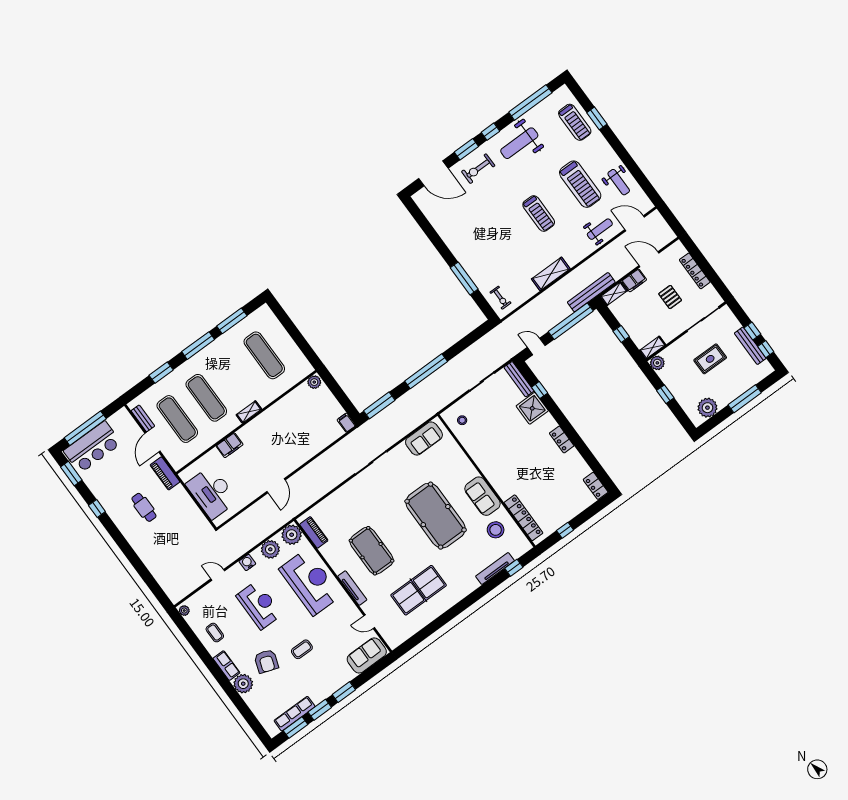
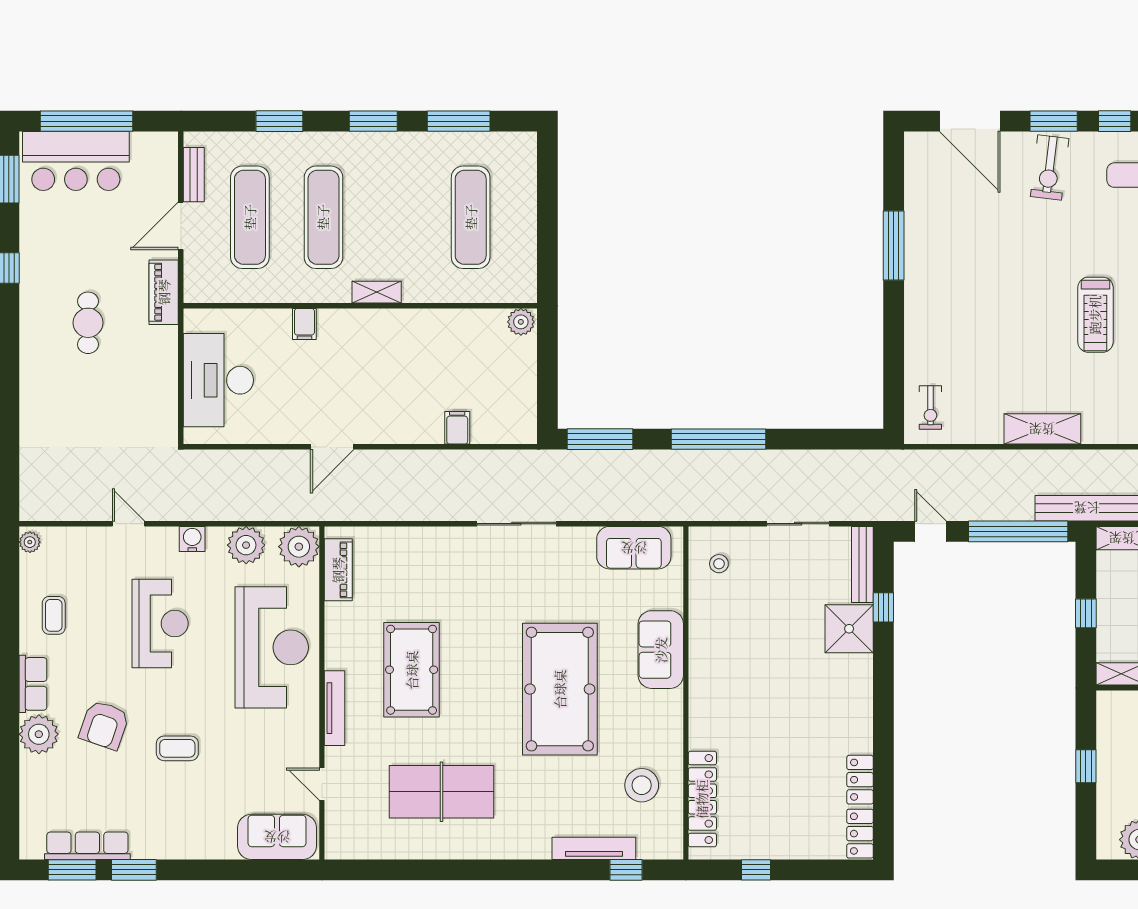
exercise bike: (478, 169) -> (1050, 167), turned -83
window: (464, 278) -> (894, 245), moved
window: (198, 346) -> (373, 121), width x0.69
plant: (657, 363) -> (1111, 705), removed
filing cabinet: (346, 423) -> (457, 428), moved
locker: (562, 440) -> (860, 780), moved
filing cabinet: (230, 445) -> (304, 324), width x0.50
sofa: (483, 496) -> (661, 650), moved
window: (344, 692) -> (195, 870), removed

